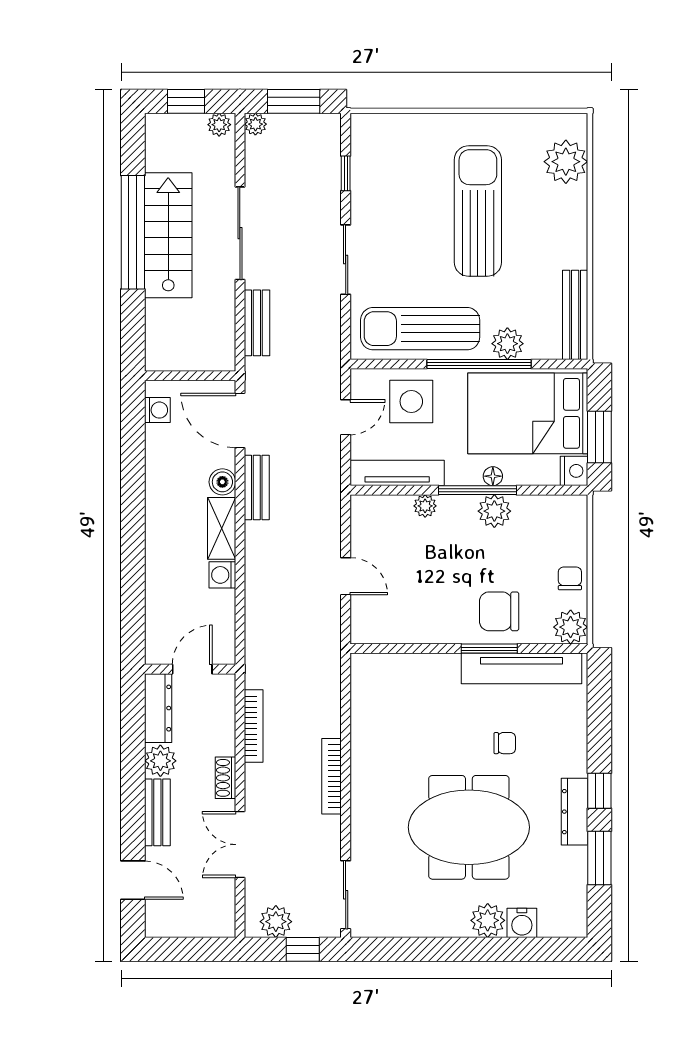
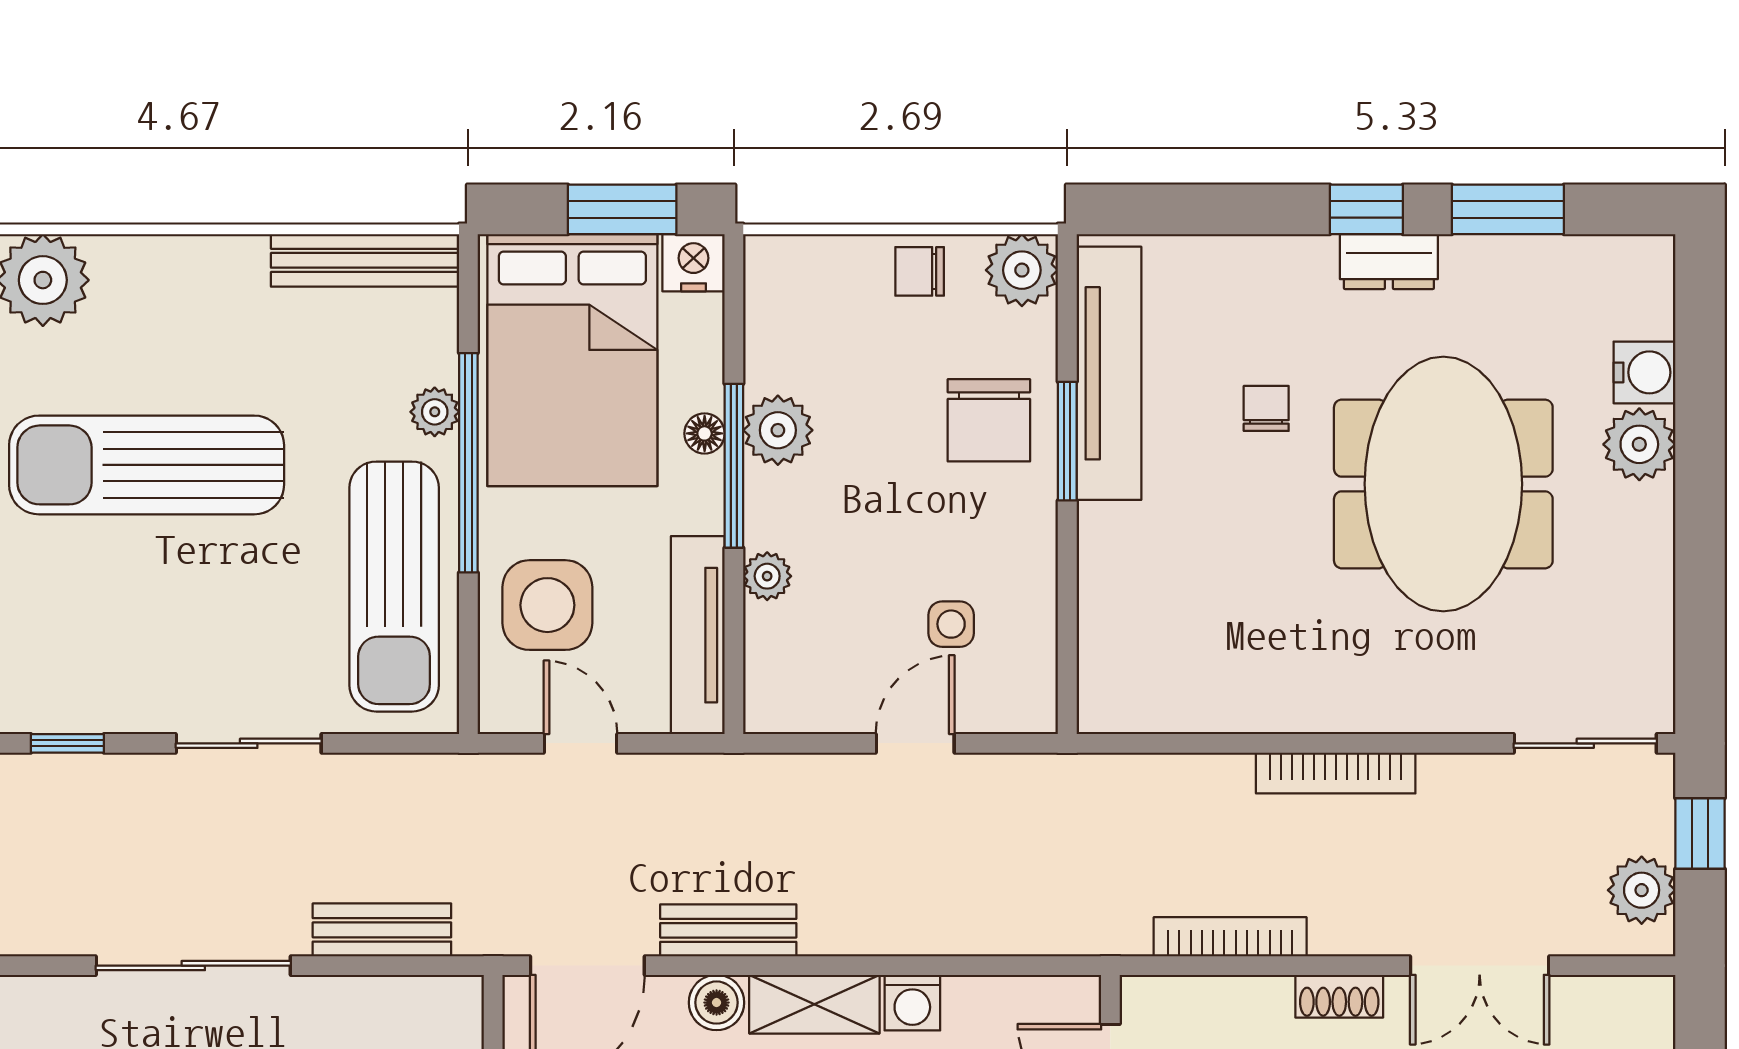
plant: (507, 344) -> (435, 412), width x0.73, depth x0.73
side table: (402, 593) -> (951, 624), added
dresser: (575, 812) -> (1389, 262), width x0.70

